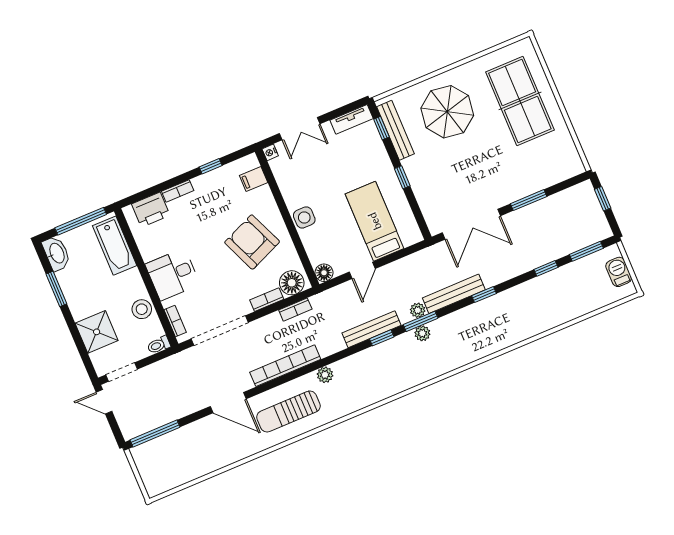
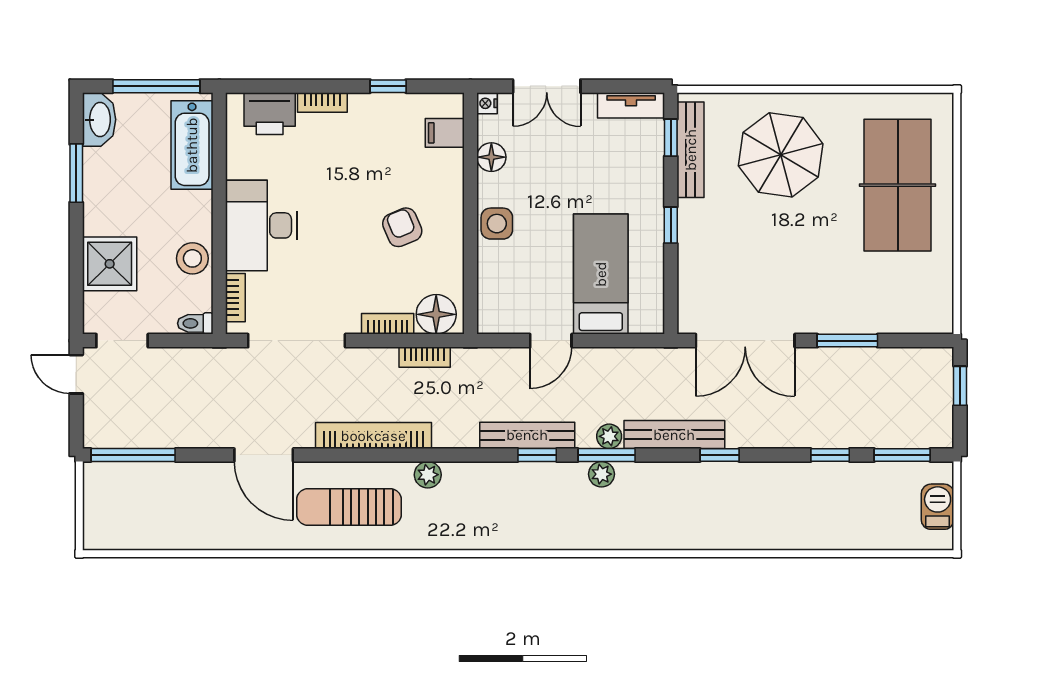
armchair: (252, 242) -> (402, 227), width x0.53, depth x0.53
floor lamp: (324, 273) -> (491, 157), moved
desk: (173, 274) -> (261, 225), width x1.37

